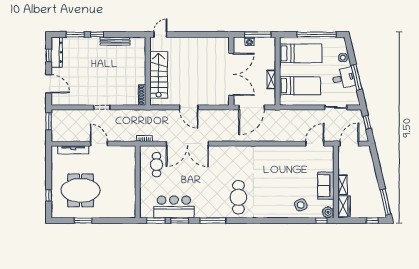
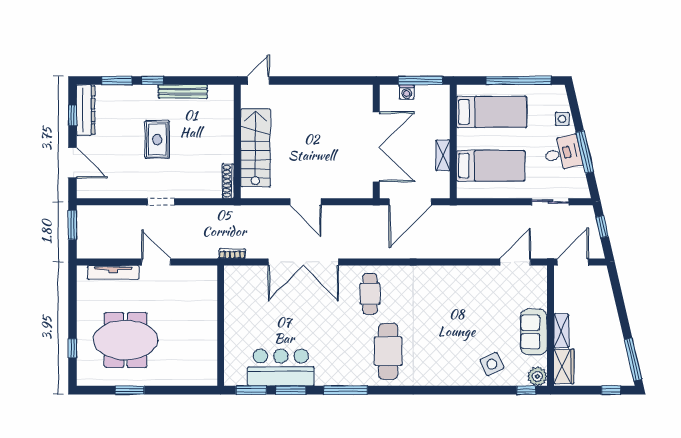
rug: (100, 70) -> (157, 140), added
cafe table: (157, 165) -> (370, 294), moved

